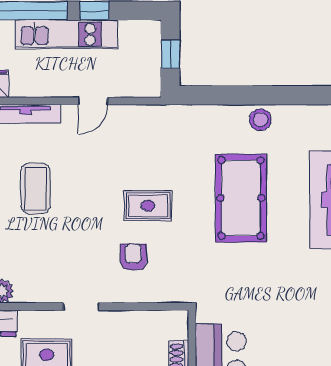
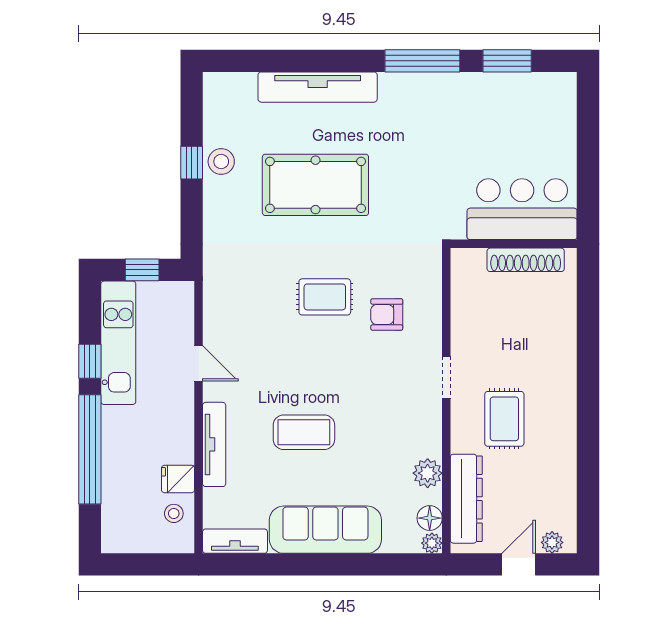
kitchen unit: (67, 34) -> (118, 343), moved
window: (259, 95) -> (192, 163), added
rug: (148, 206) -> (325, 297), turned 90

